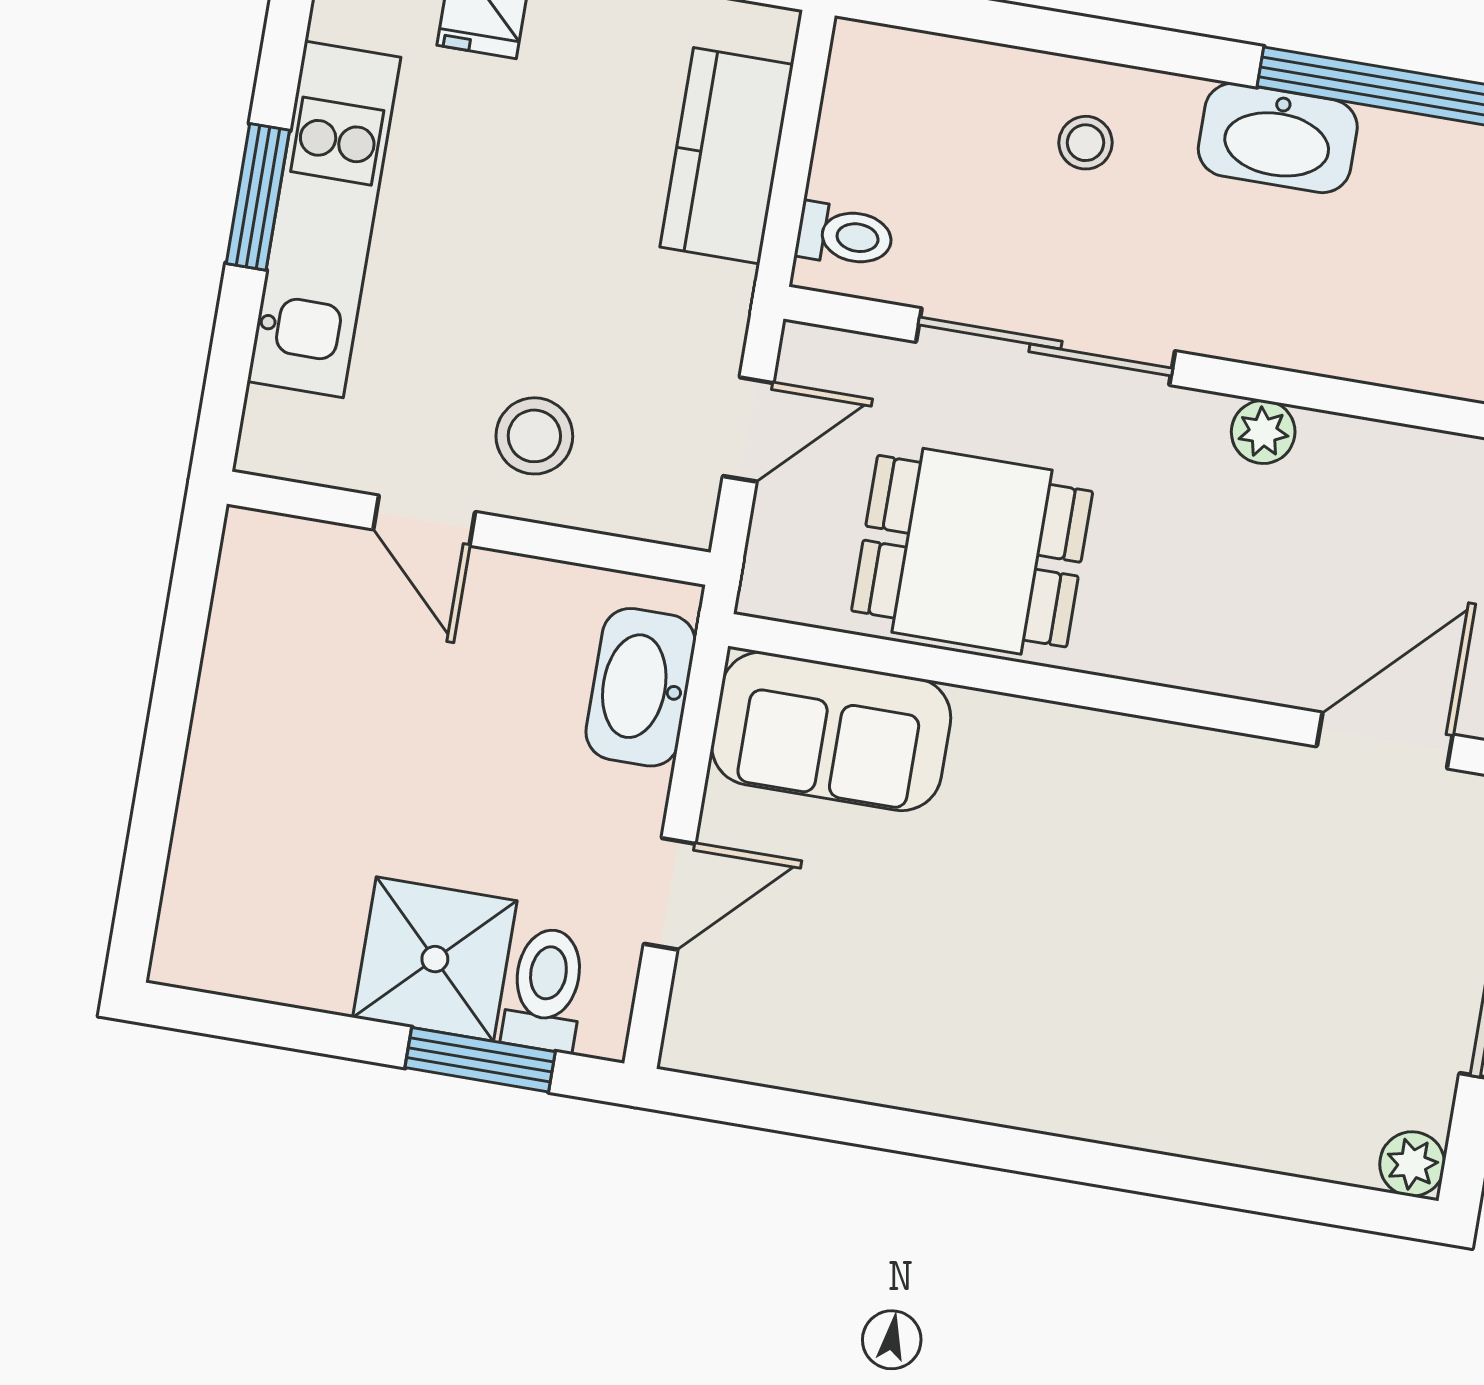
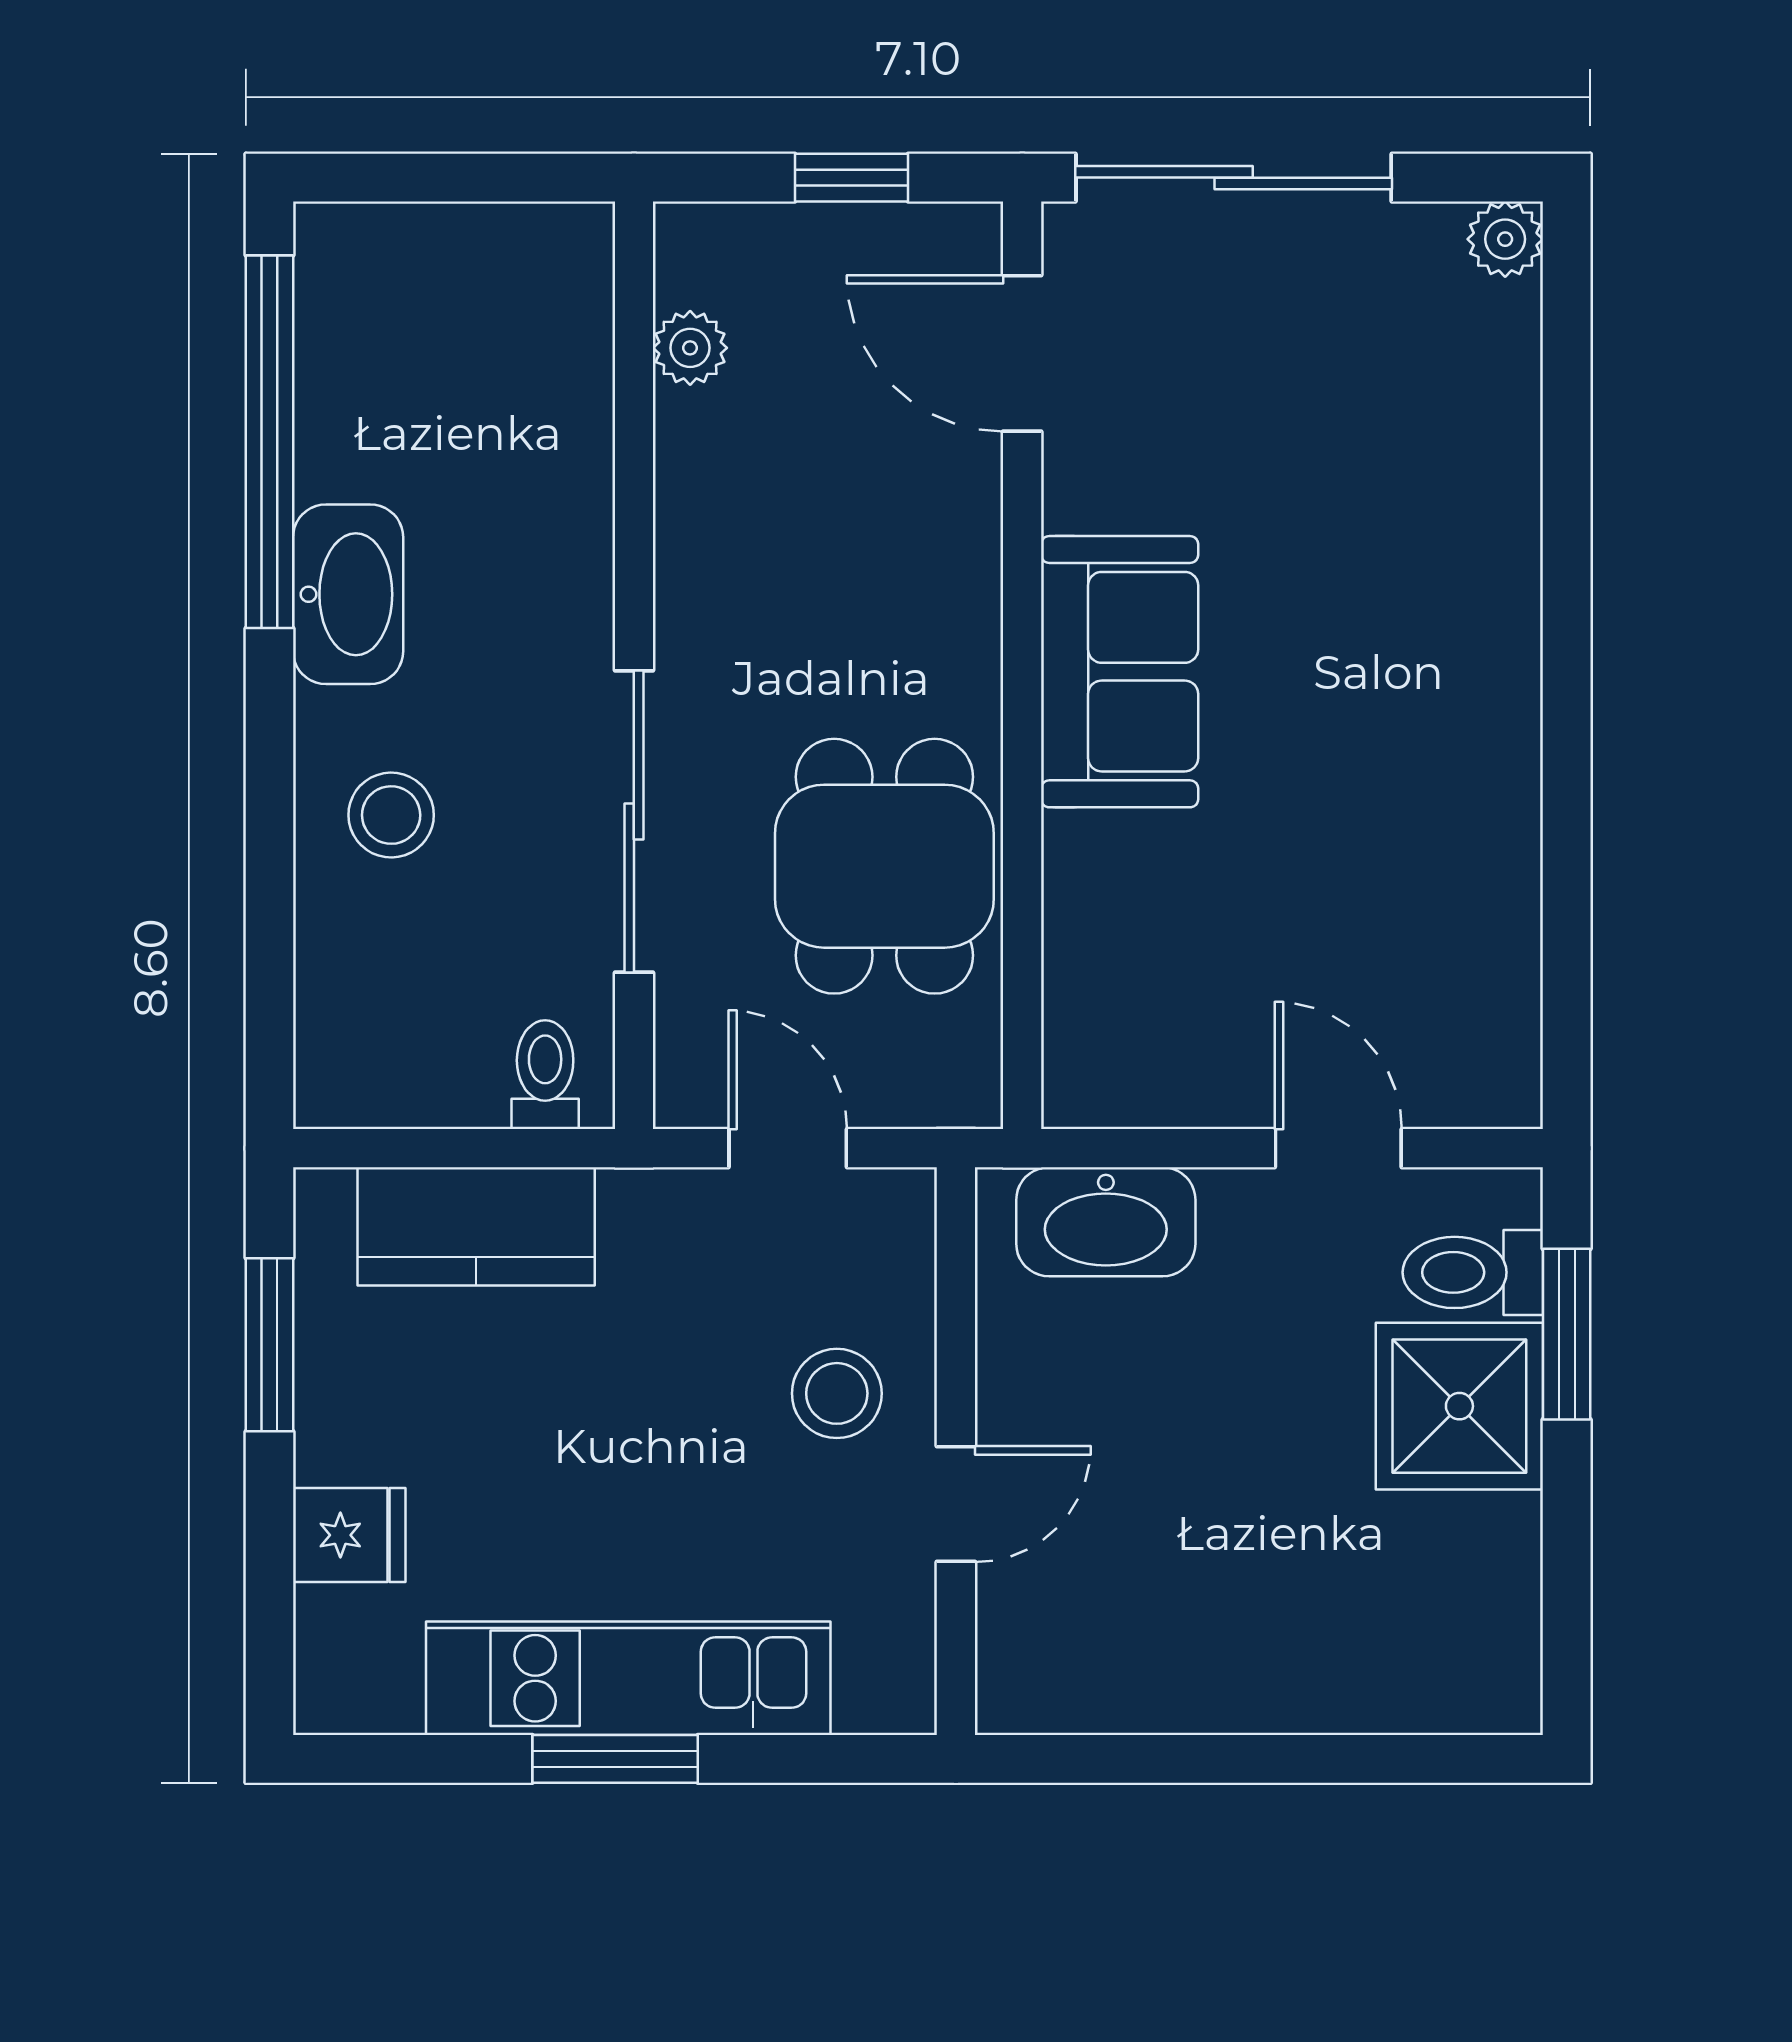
stool: (1086, 143) -> (391, 815), width x1.37, depth x1.37
plant: (1263, 432) -> (690, 348), moved
sofa: (831, 731) -> (1120, 672), moved

